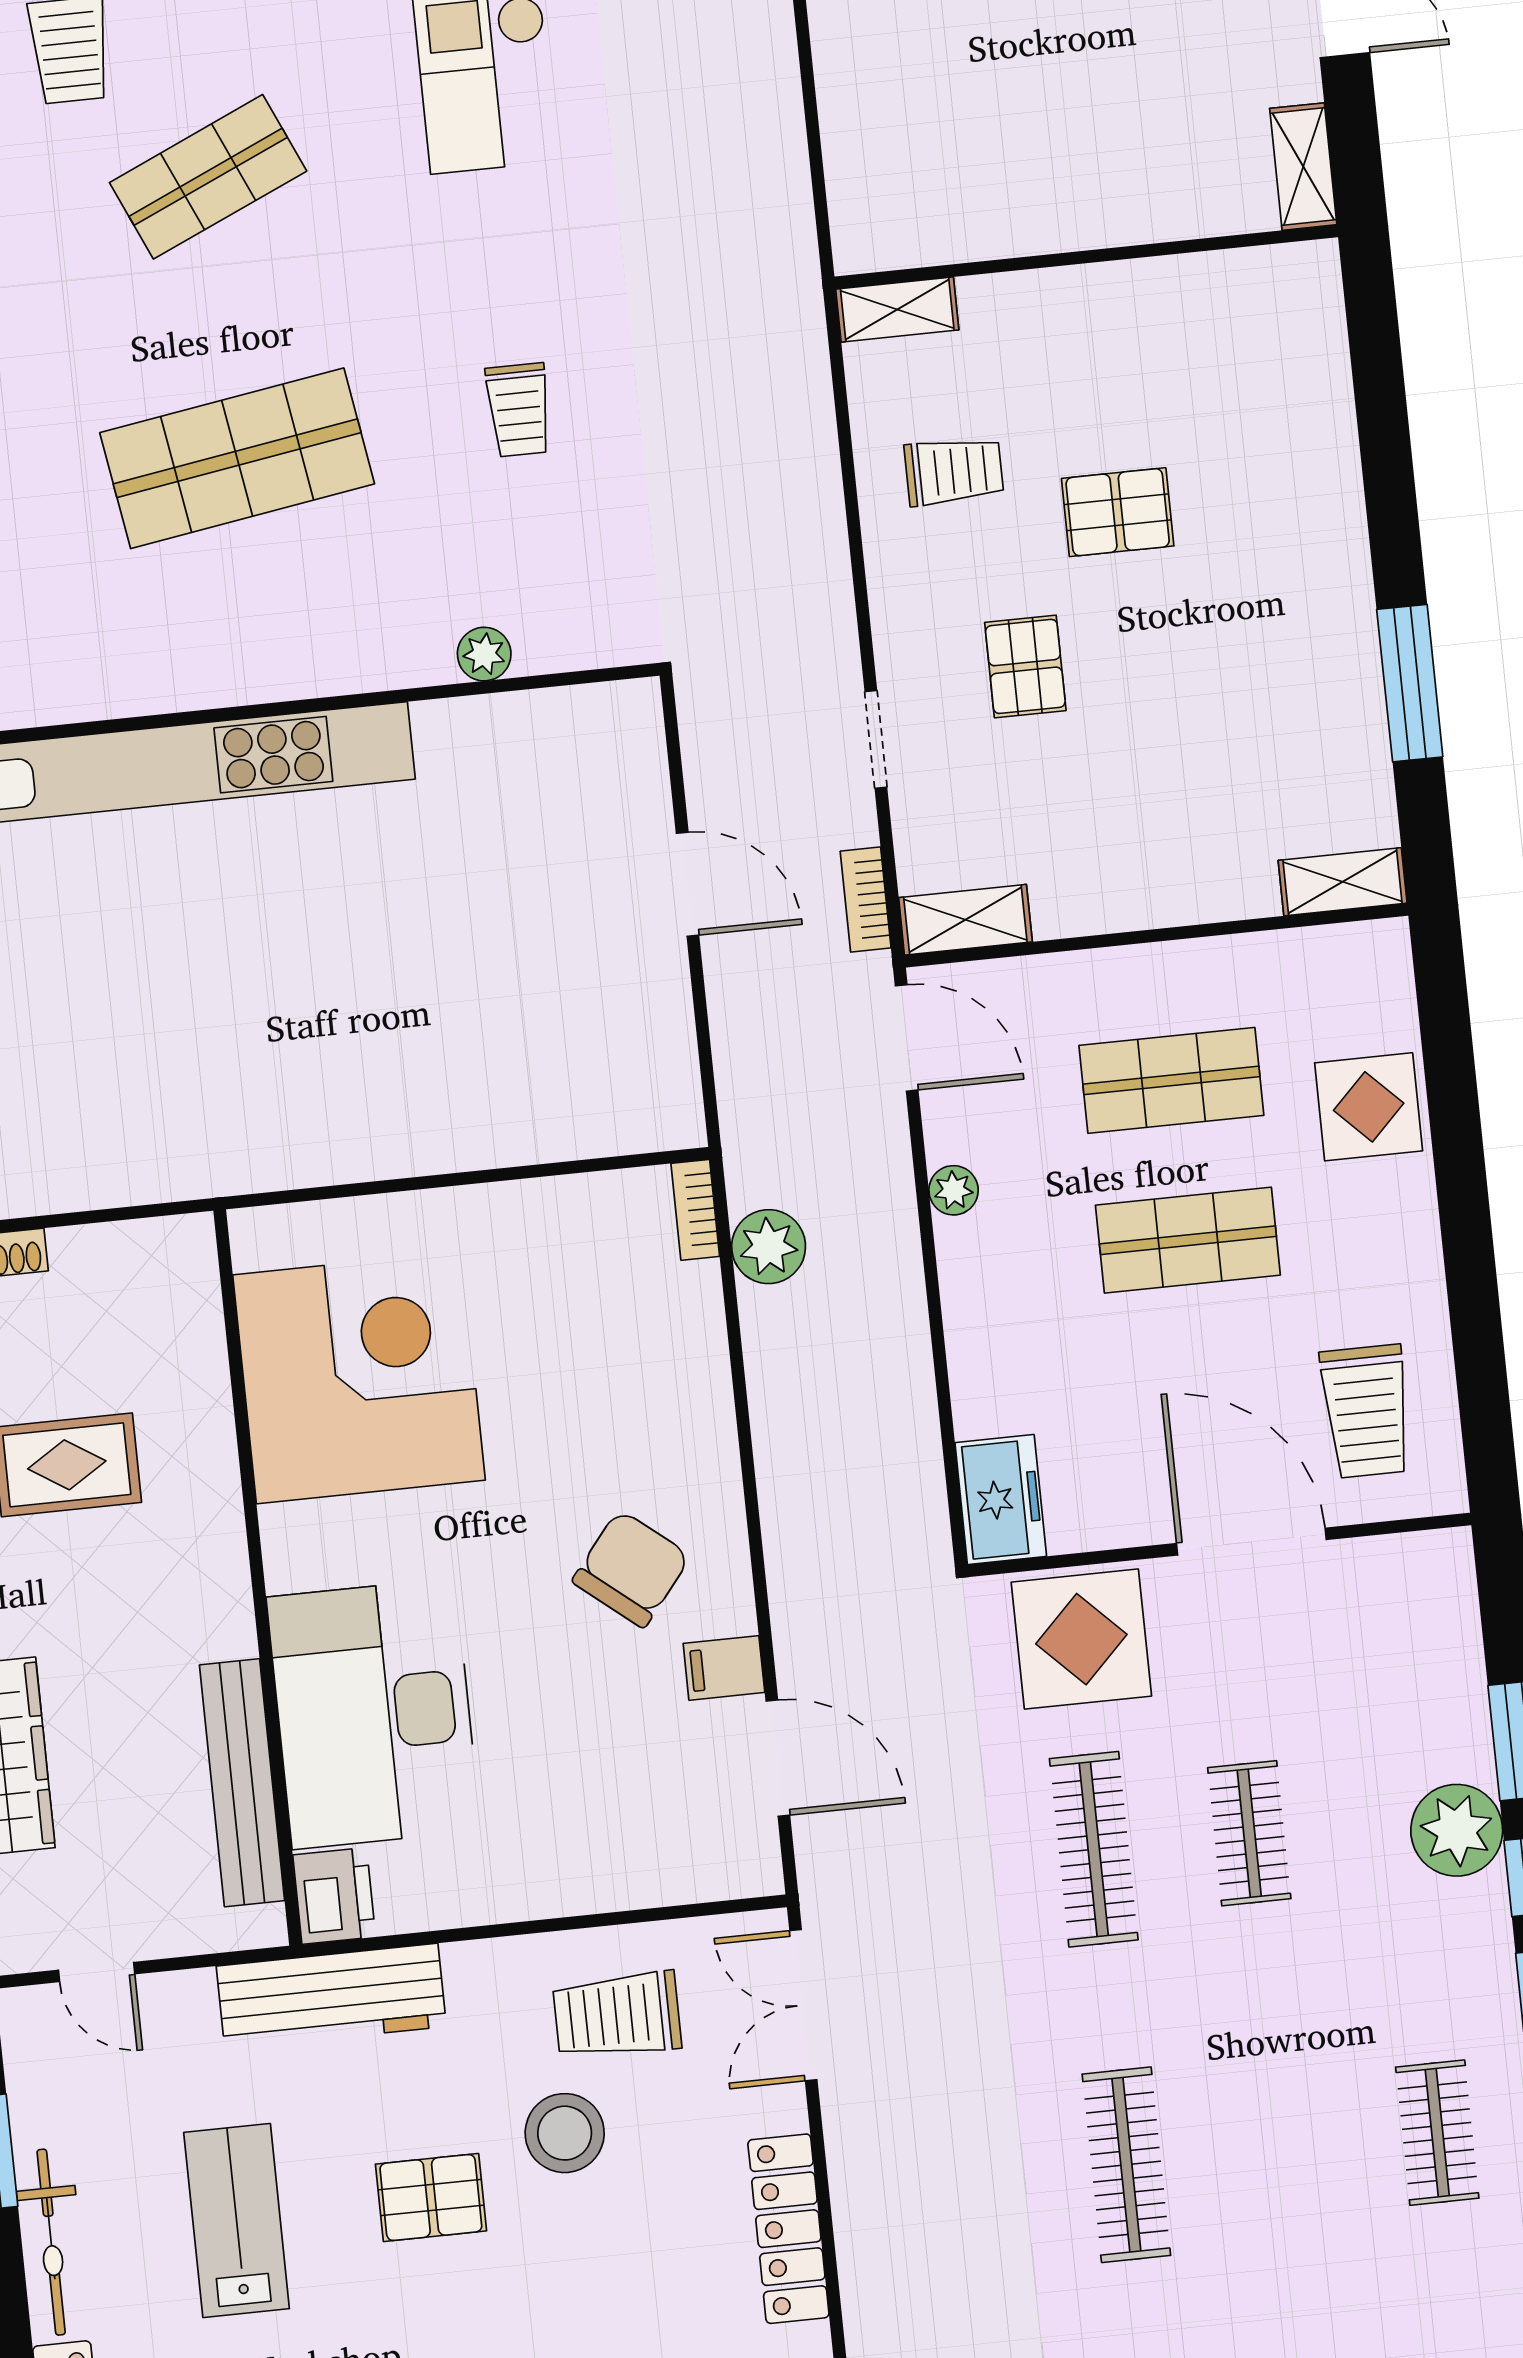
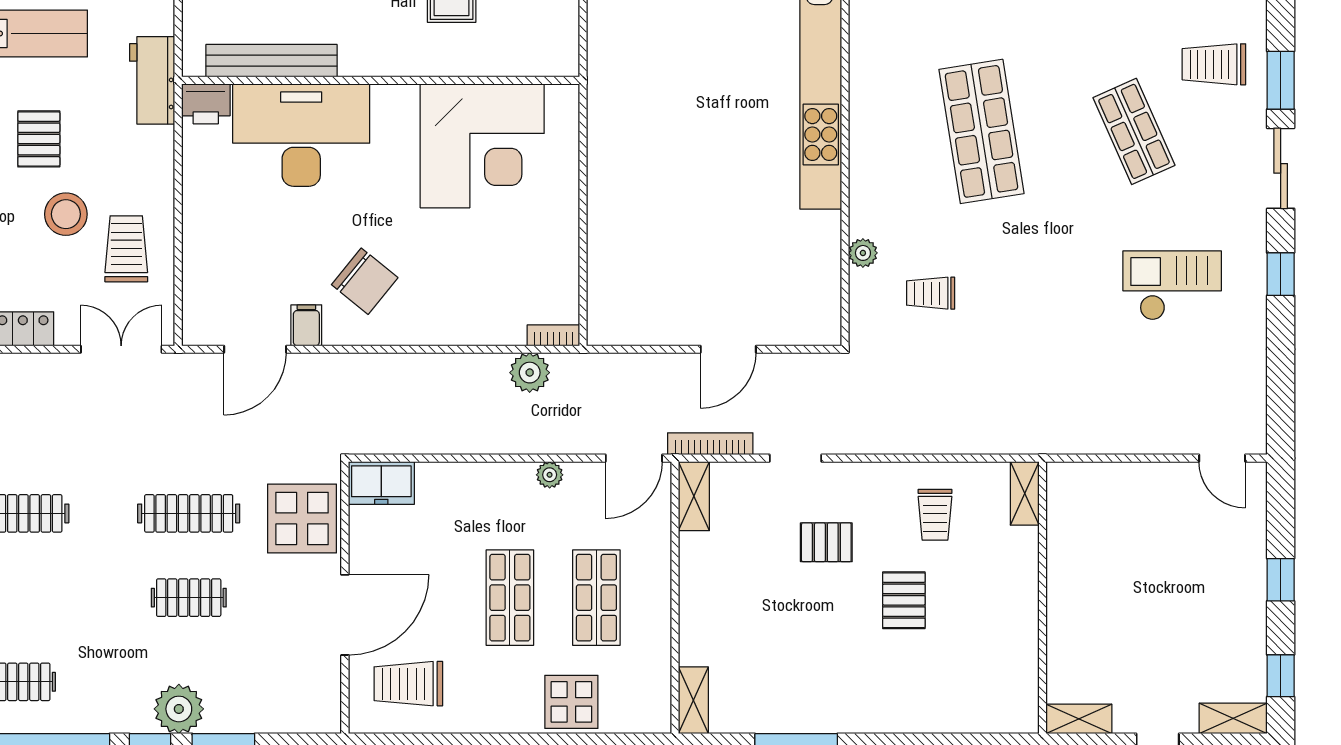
trolley: (519, 410) -> (931, 293), moved
bookcase: (866, 900) -> (710, 444), width x1.56
workbench: (331, 1996) -> (152, 80), width x0.73

